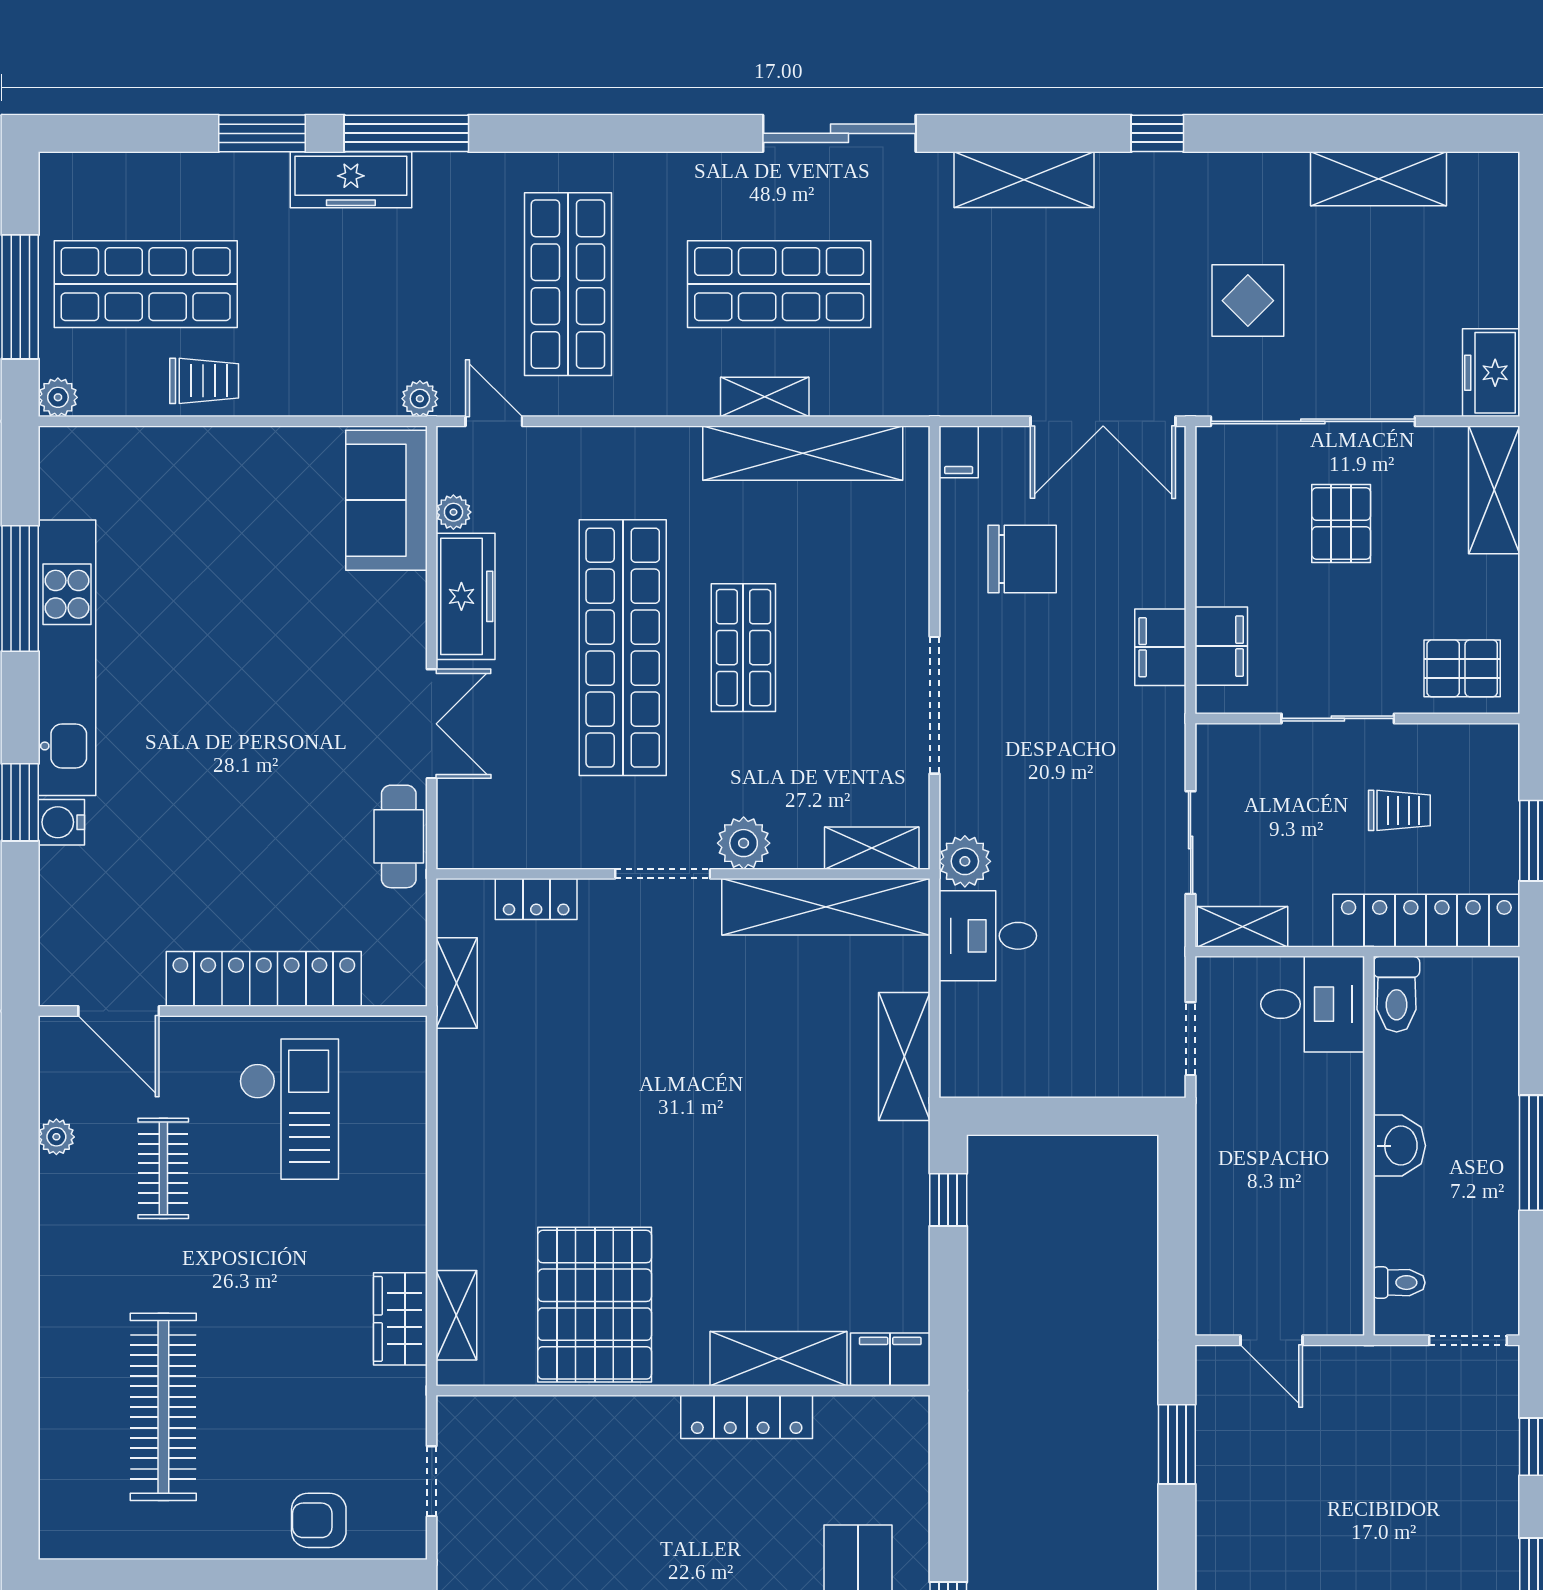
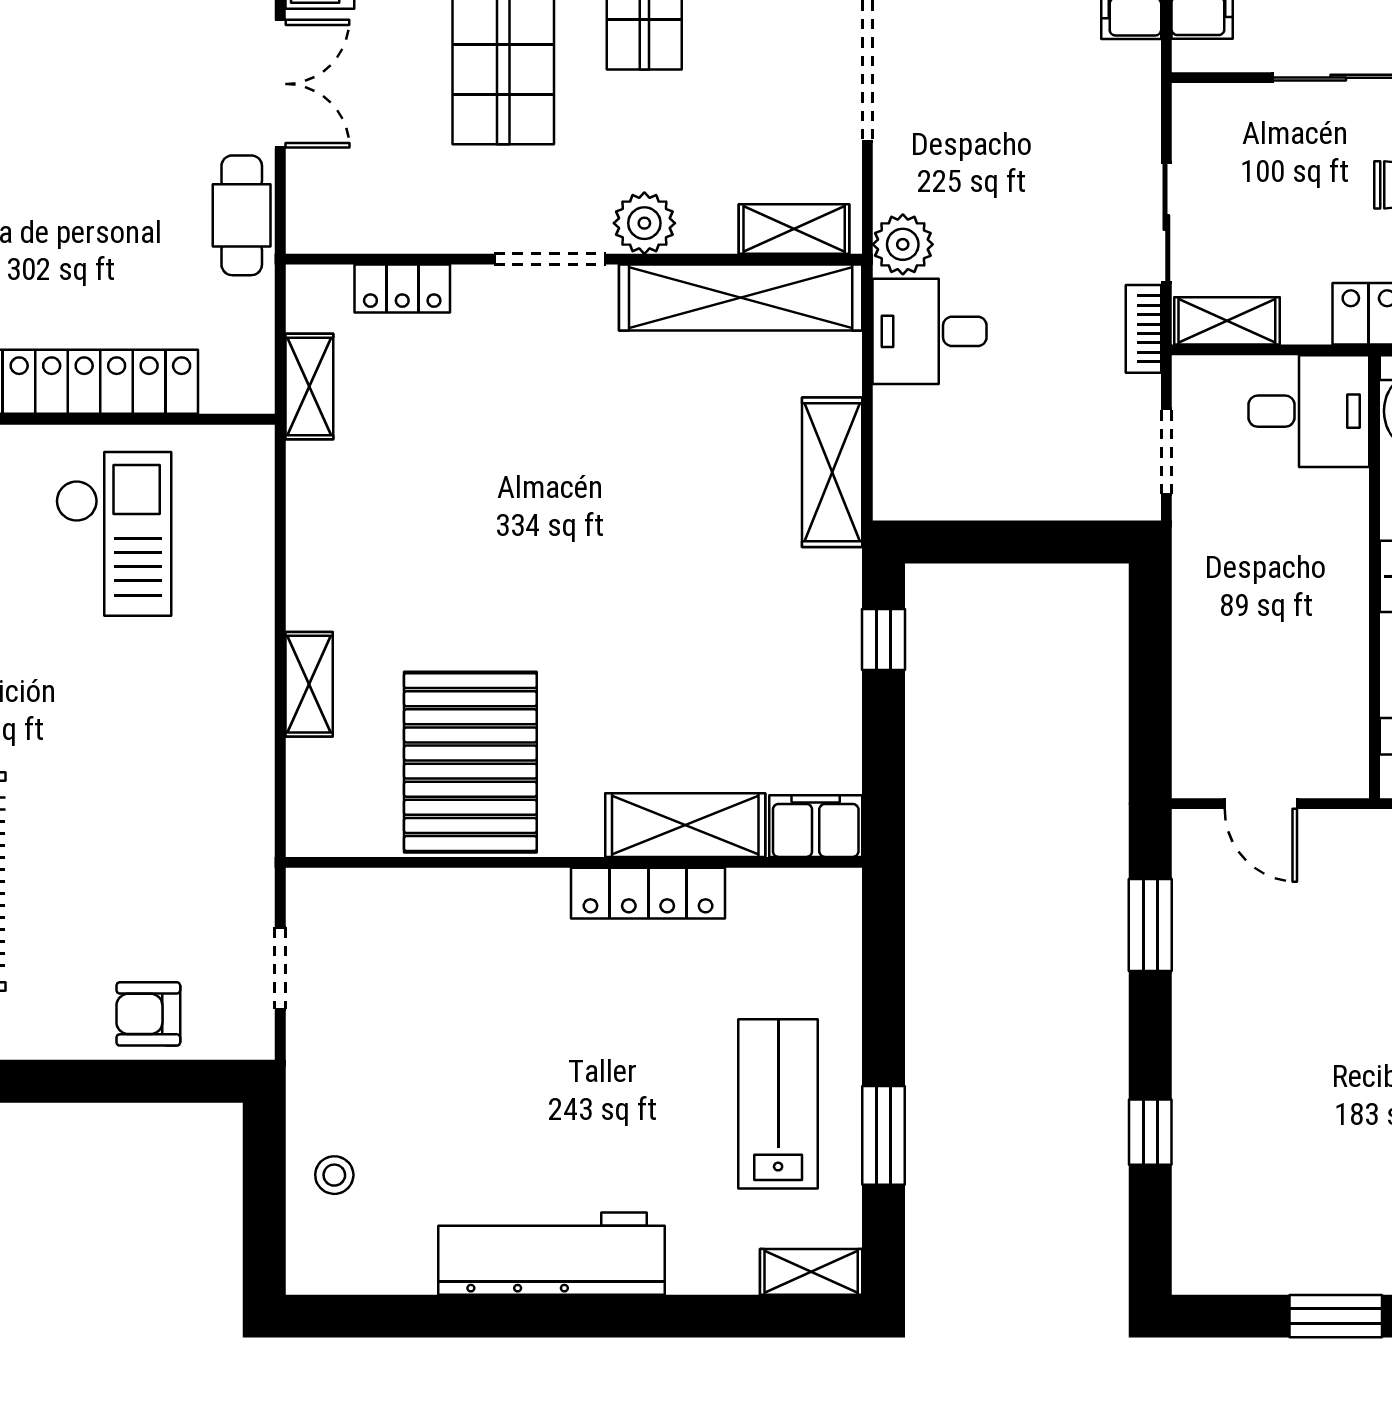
bookcase: (1171, 934) -> (1143, 329), added
shelving: (456, 1315) -> (309, 684), moved
wardrobe: (400, 1319) -> (244, 779), removed

